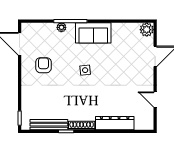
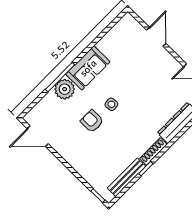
plant: (61, 27) -> (65, 89), width x1.88, depth x1.88
plant: (147, 30) -> (128, 22), removed
armchair: (43, 65) -> (92, 121), moved

